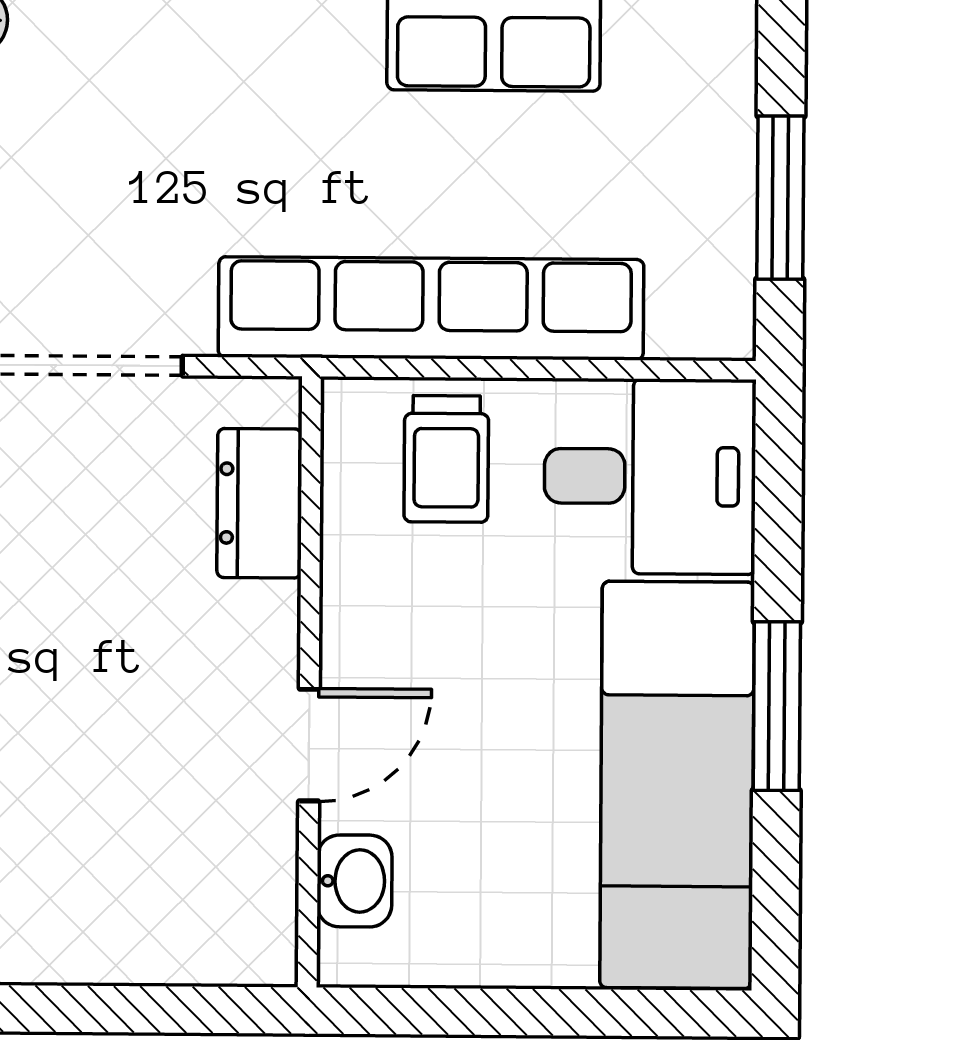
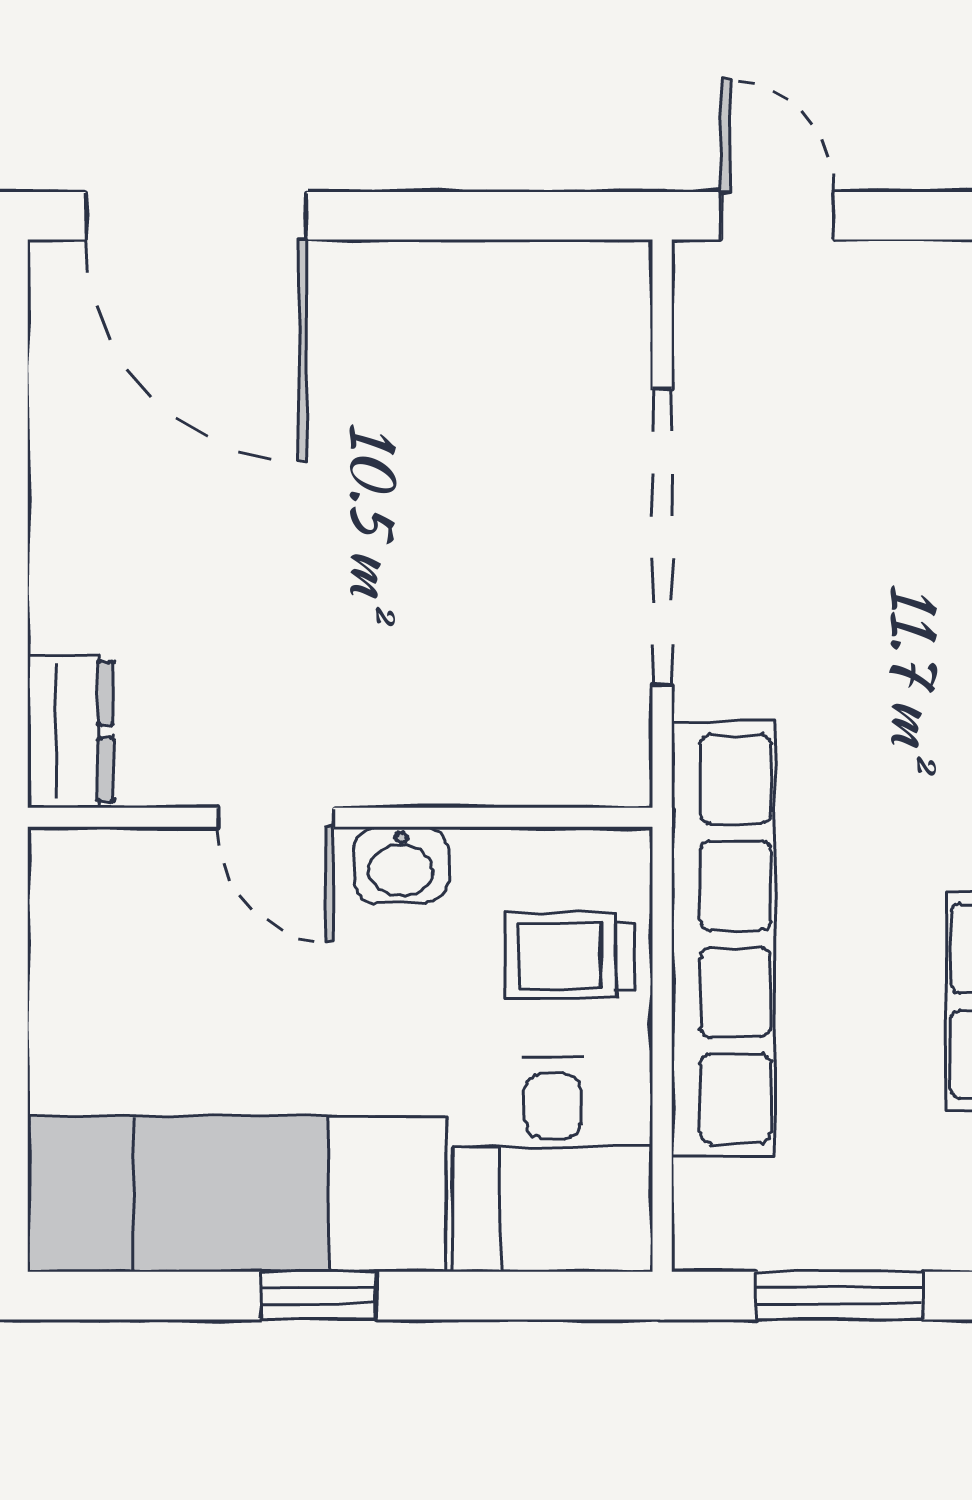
dresser: (259, 503) -> (70, 731), moved, turned 90
window: (777, 706) -> (319, 1296), width x0.67
washbasin: (355, 881) -> (401, 865), moved

